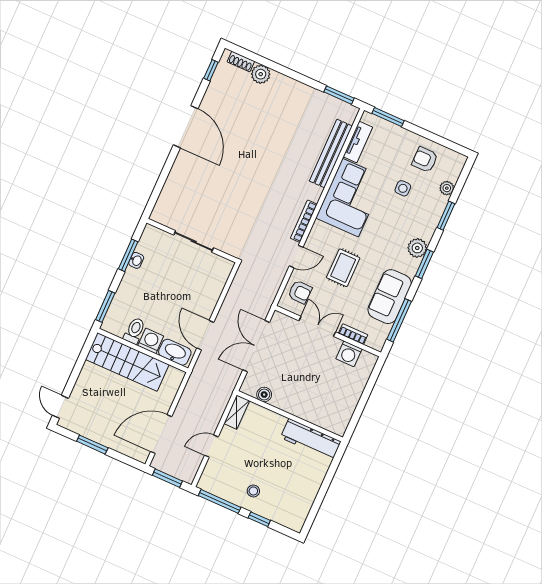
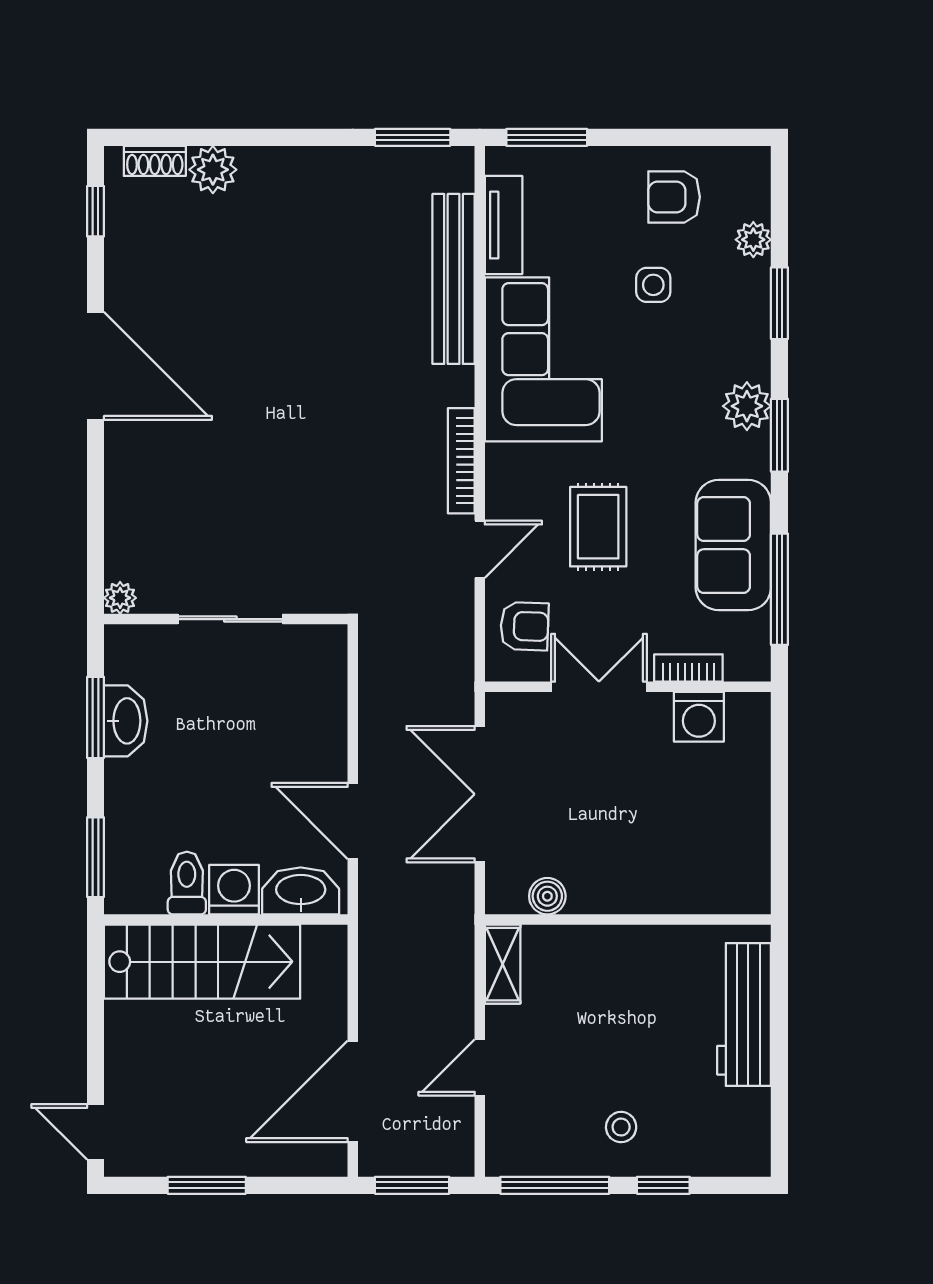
plant: (157, 216) -> (120, 598), added
washbasin: (136, 260) -> (126, 721), width x1.91, depth x1.45
workbench: (311, 440) -> (744, 1014), moved, turned 90

